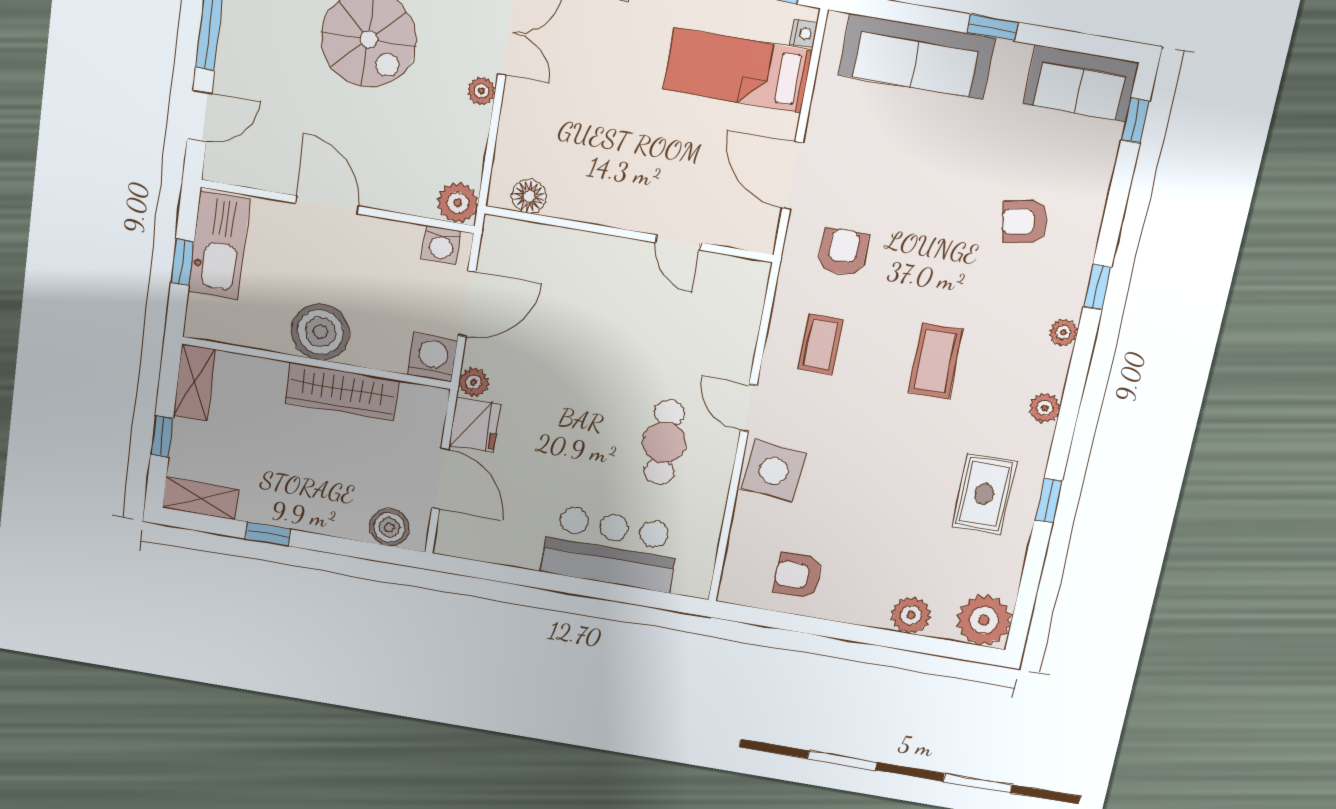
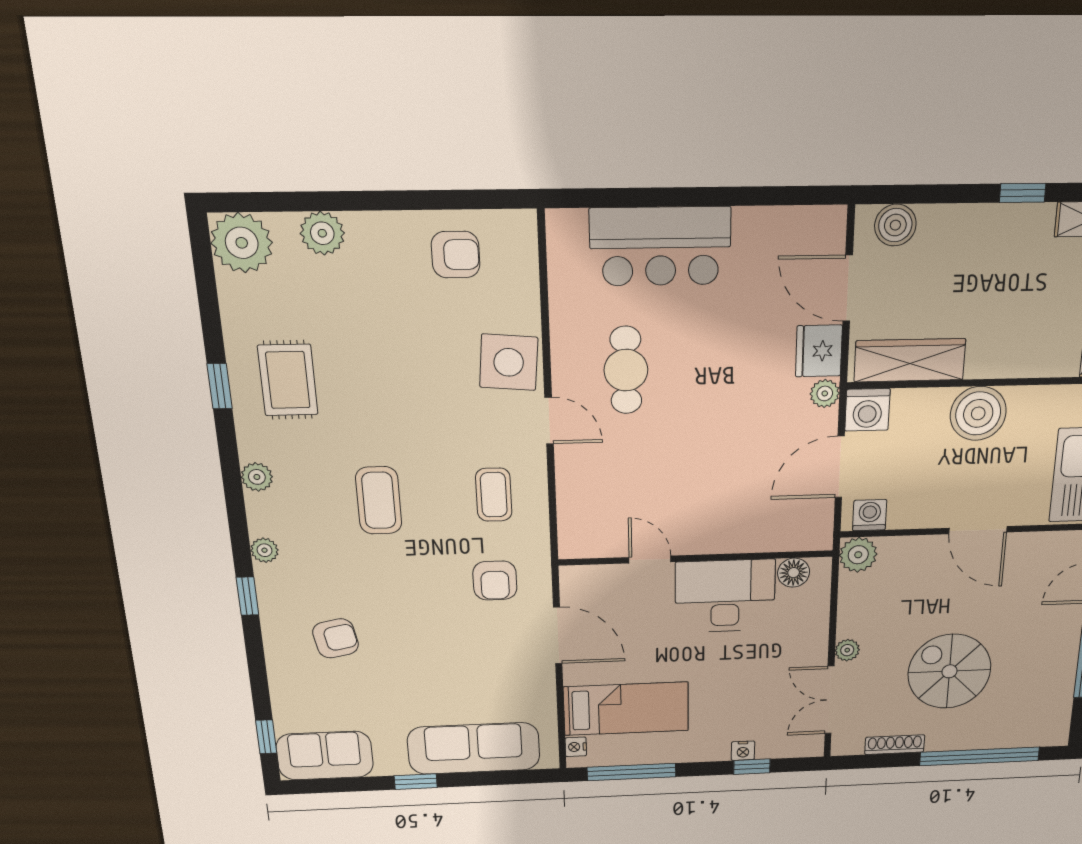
desk: (606, 184) -> (725, 596), added
wardrobe: (342, 391) -> (910, 360), moved

